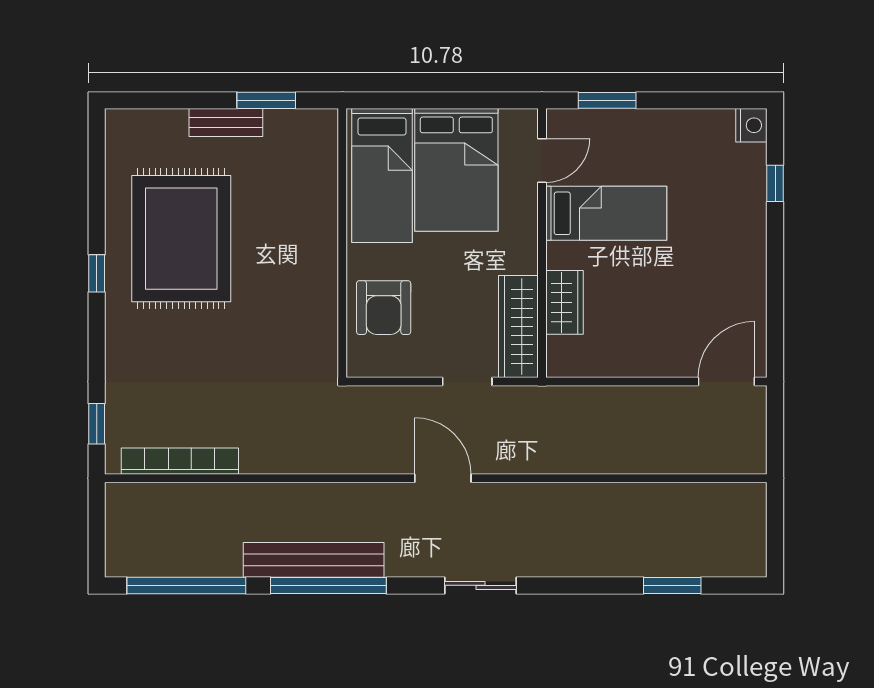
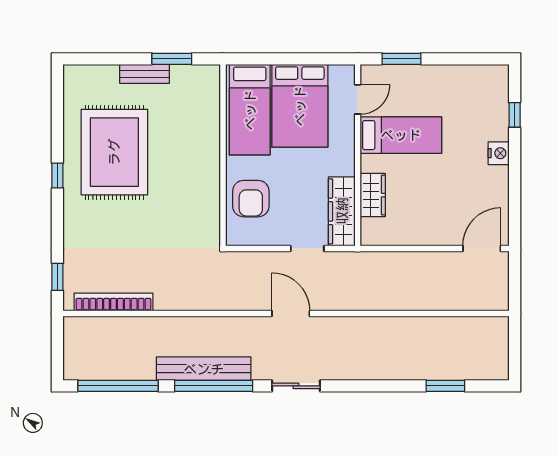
nightstand: (751, 125) -> (499, 153), moved
sliding door: (480, 585) -> (296, 386), moved

